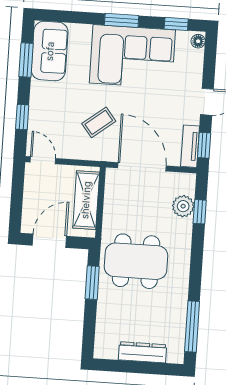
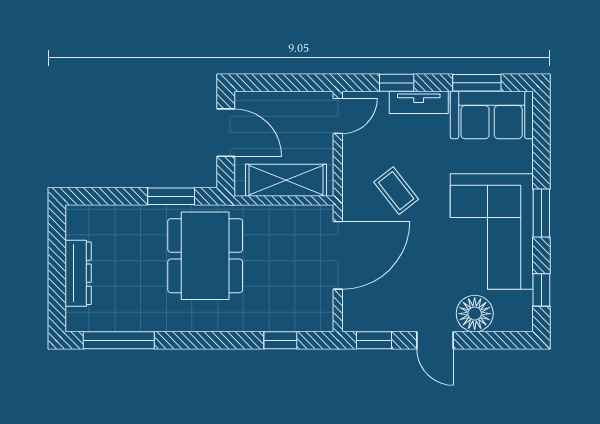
floor lamp: (198, 41) -> (475, 314), moved, width x1.89, depth x1.89
tv unit: (190, 146) -> (419, 102), moved, turned 180
plant: (183, 206) -> (287, 317), removed

